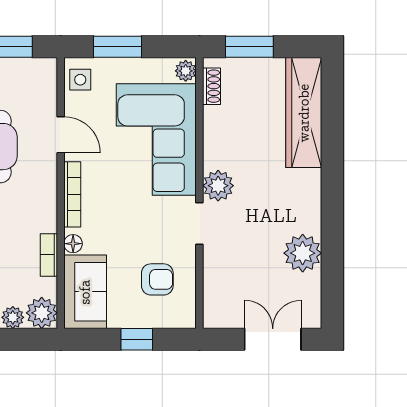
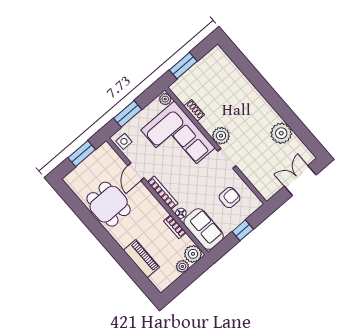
shoe rack: (212, 86) -> (194, 110), moved
wardrobe: (304, 113) -> (230, 73), removed
door: (61, 135) -> (136, 172), swing flipped

